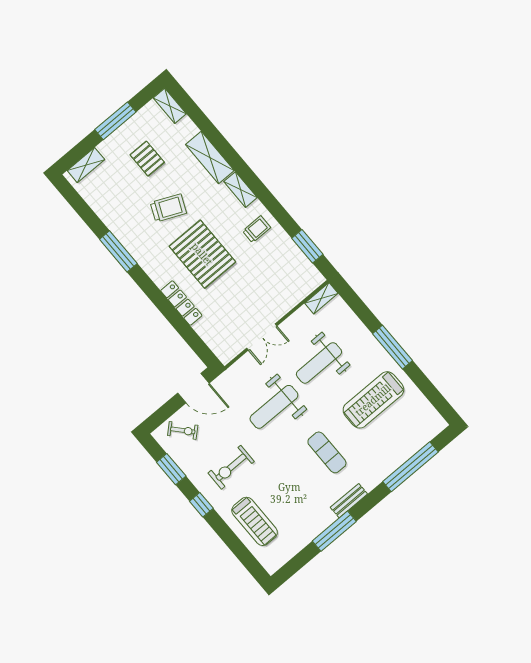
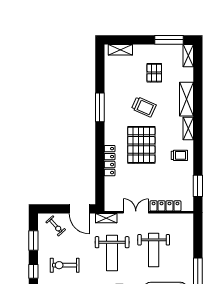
window: (115, 121) -> (169, 40), moved
shelving: (321, 298) -> (106, 218), moved
locker: (290, 301) -> (165, 206), added
double door: (262, 337) -> (136, 212), swing flipped
weight bench: (319, 363) -> (154, 250), turned -90
weight bench: (274, 407) -> (112, 253), turned -90

